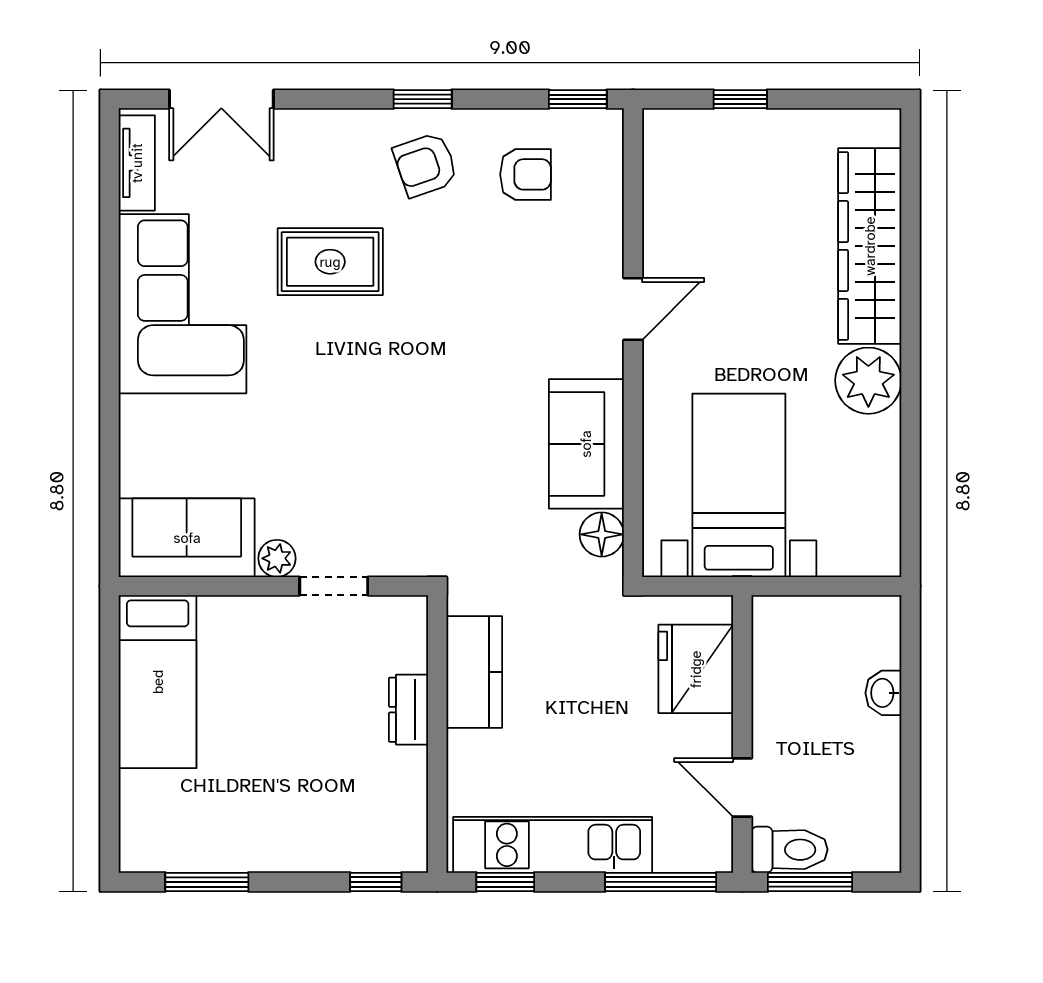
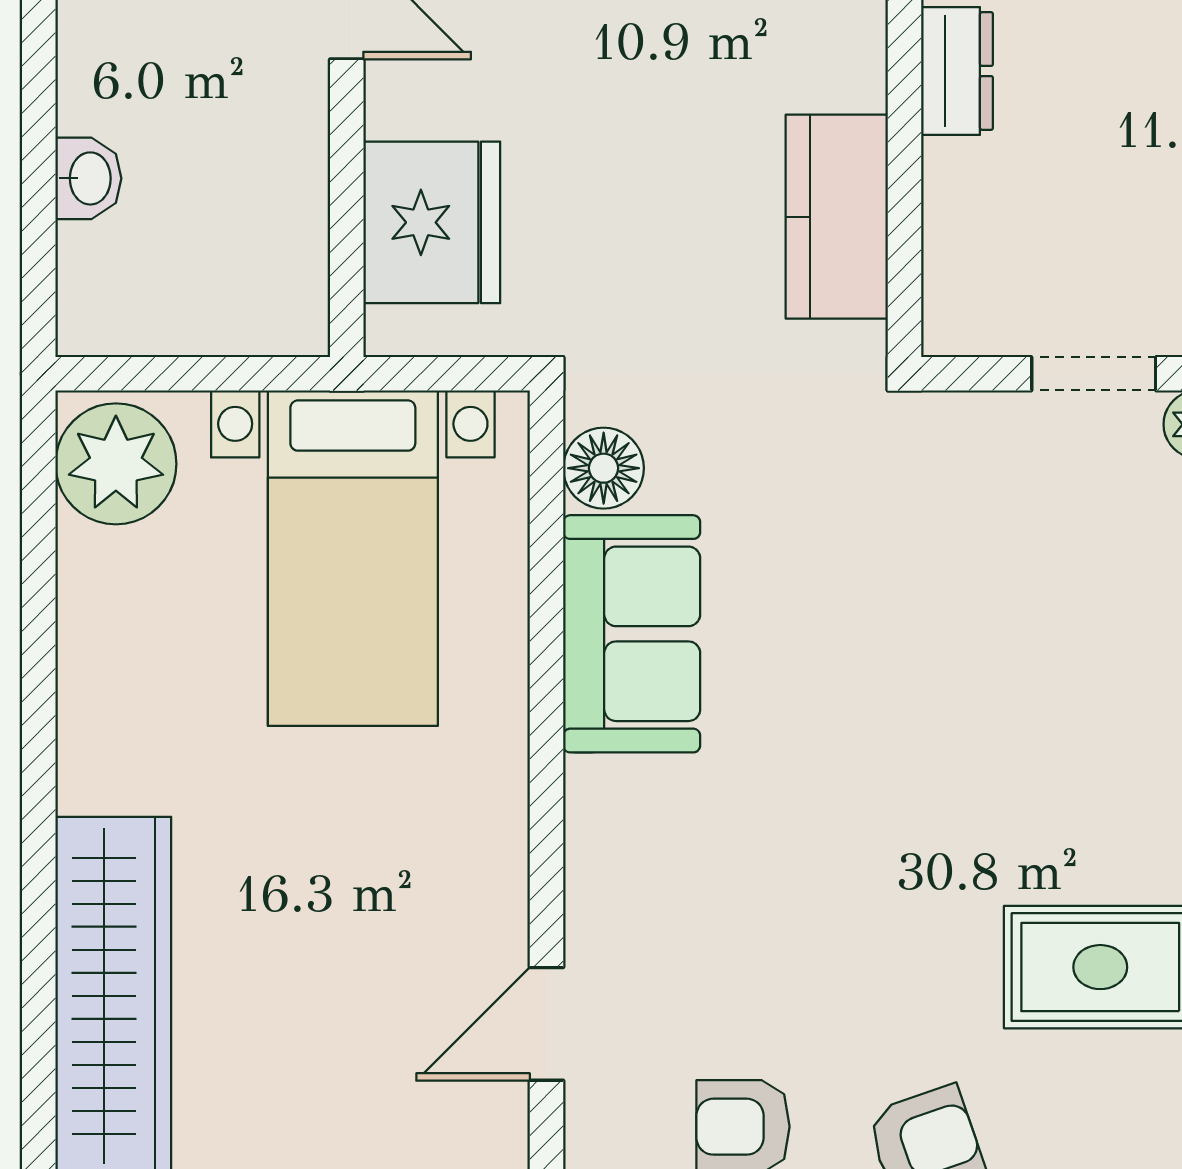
door: (633, 309) -> (546, 1024), moved
plant: (868, 381) -> (116, 464), moved
dresser: (408, 710) -> (957, 71), moved

